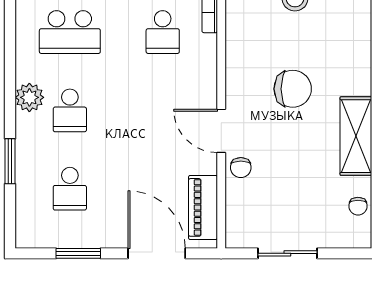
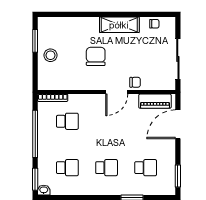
school desk: (70, 32) -> (67, 168), width x0.54
plant: (29, 97) -> (100, 188), removed
window: (78, 253) -> (178, 176), moved
sliding door: (287, 253) -> (178, 59), width x1.37

